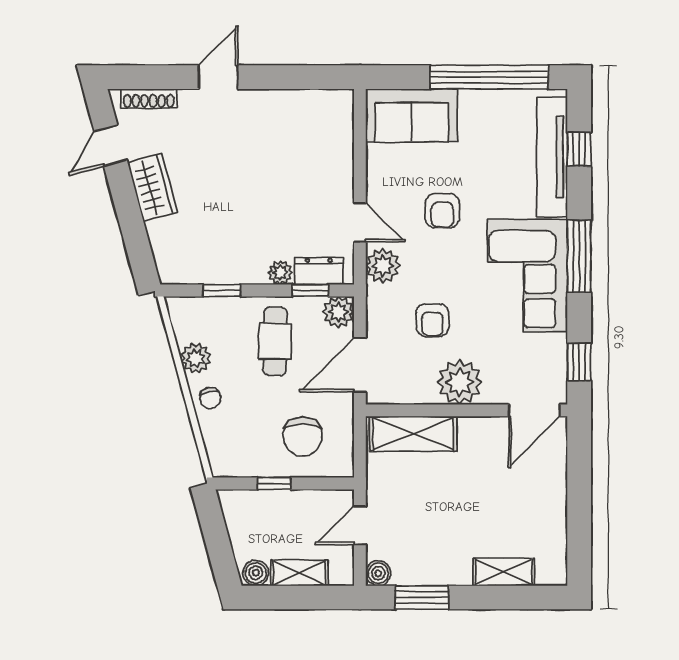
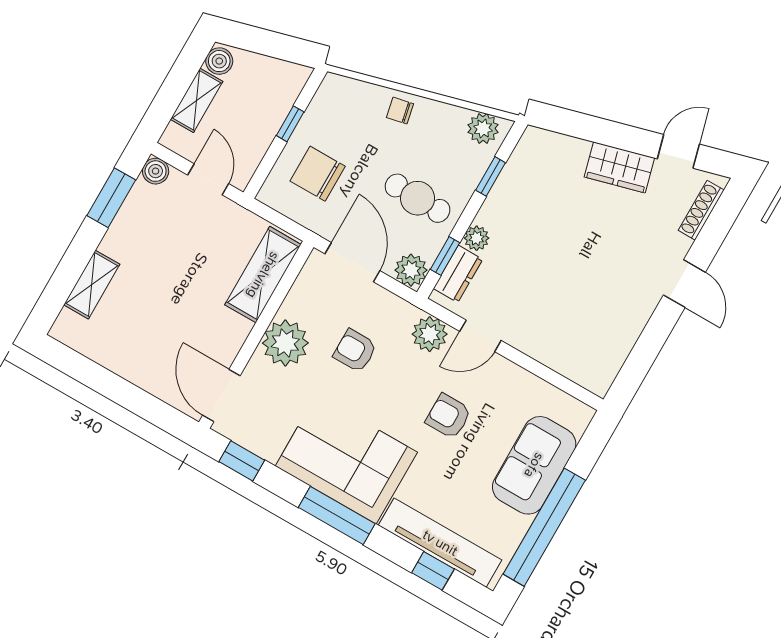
sofa: (412, 115) -> (534, 465), moved
door: (111, 146) -> (678, 151), hinge flipped
plant: (196, 358) -> (483, 129), moved

